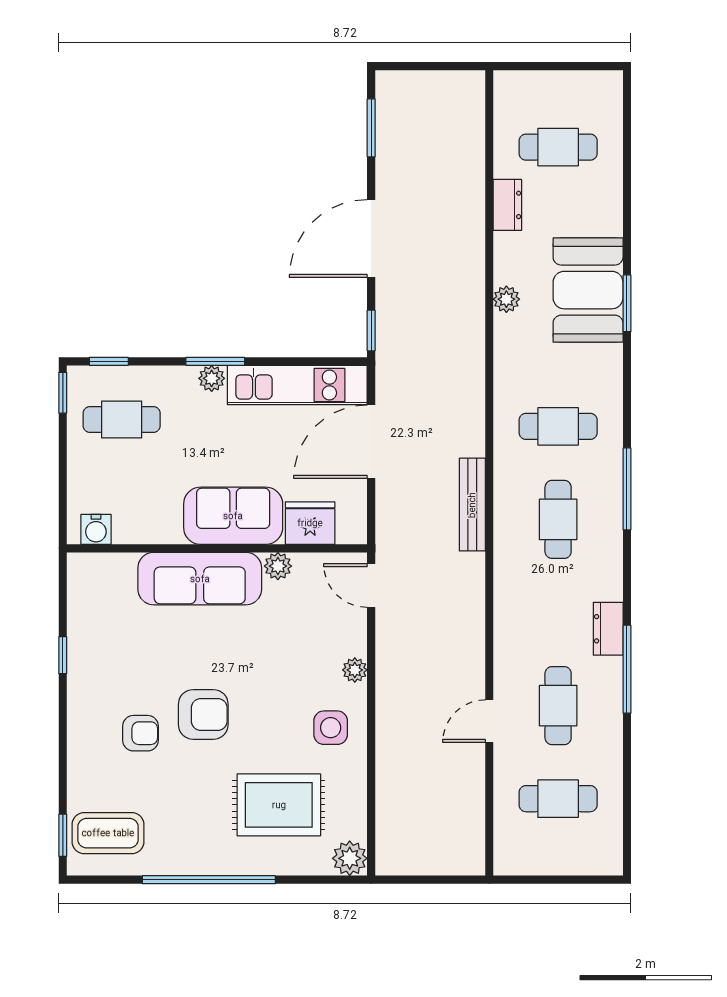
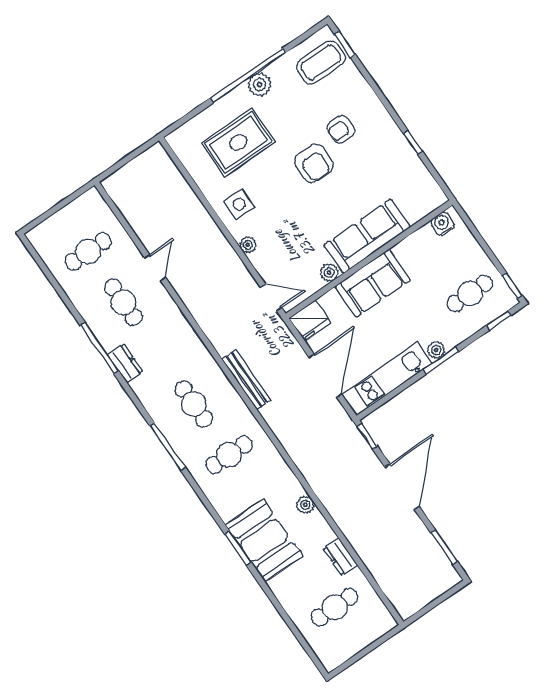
fridge: (310, 523) -> (310, 320), moved
armchair: (203, 714) -> (314, 163), turned -89
plant: (350, 858) -> (260, 85), moved

